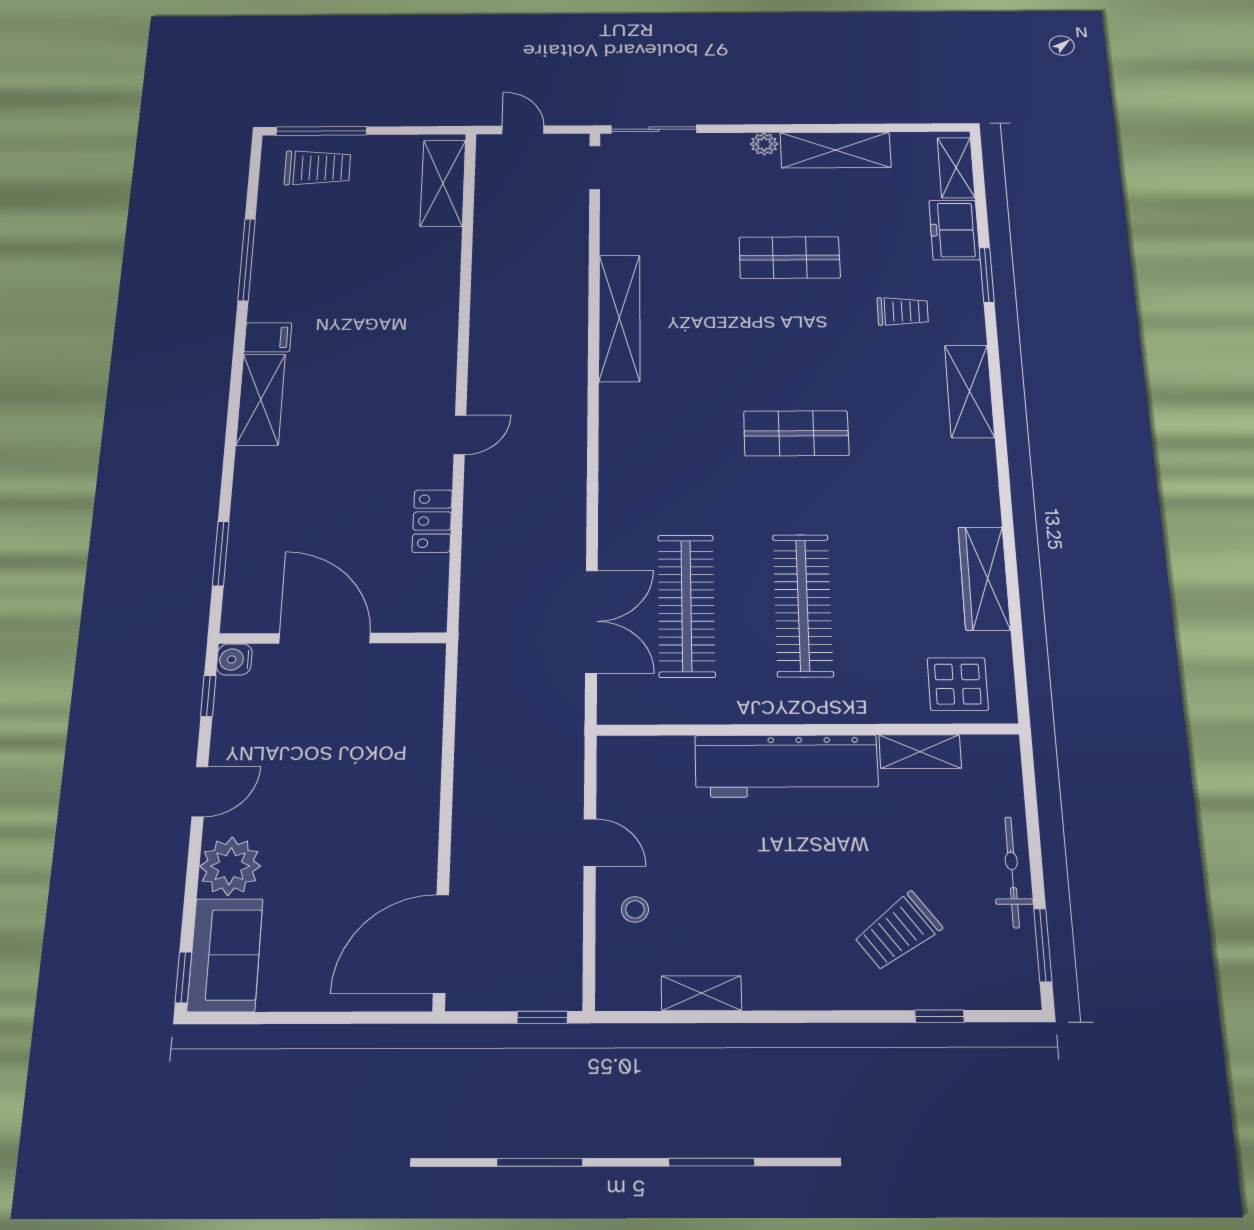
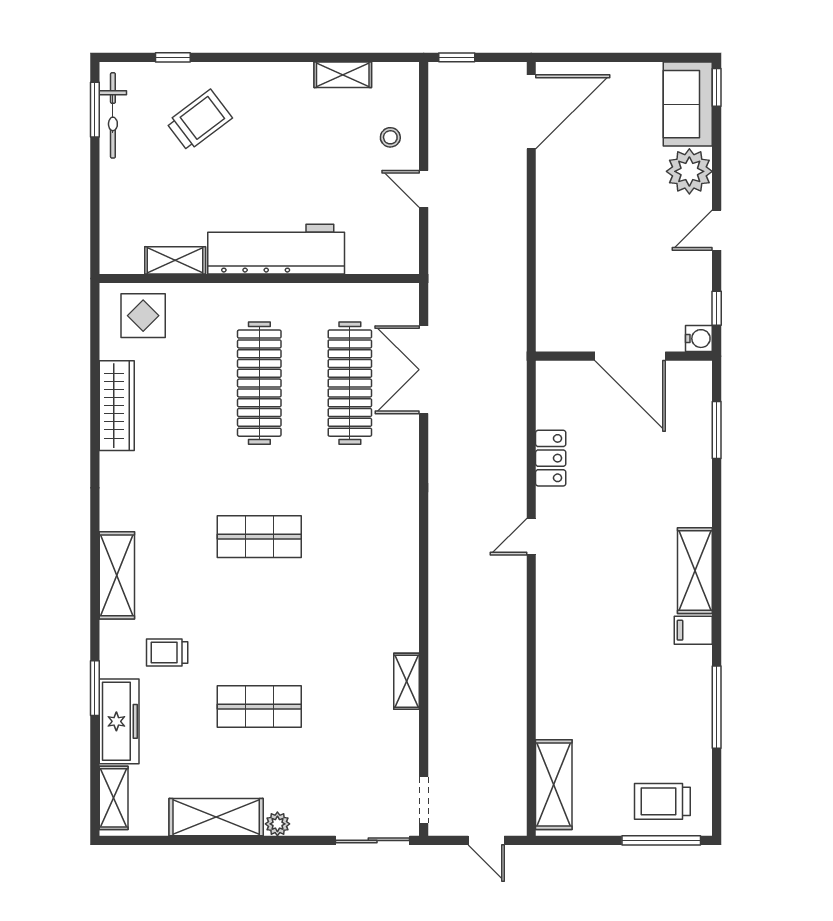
freezer: (954, 230) -> (119, 721), width x1.40
shelving: (619, 318) -> (407, 681), width x0.45, depth x0.75
bicycle: (1012, 872) -> (113, 115), moved

